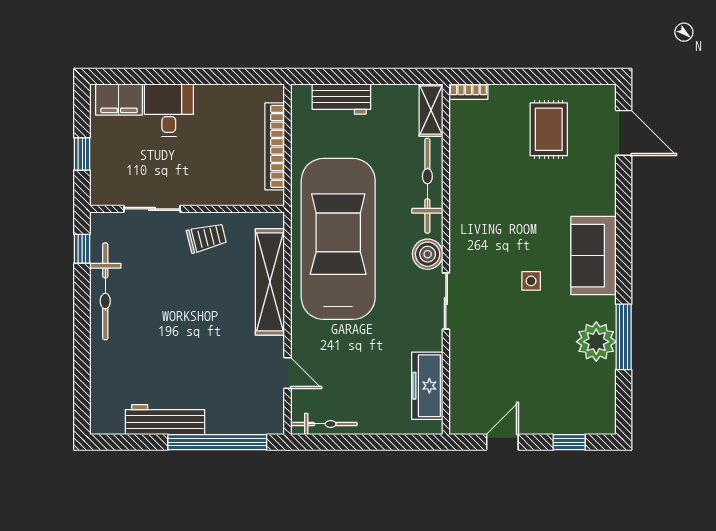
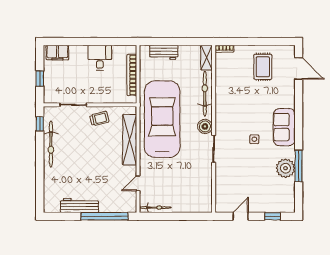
desk: (169, 110) -> (100, 58), moved
door: (288, 373) -> (138, 183), swing flipped
freezer: (427, 386) -> (205, 189), removed

